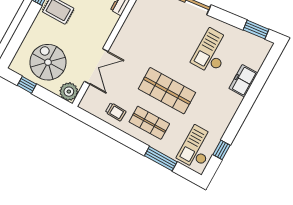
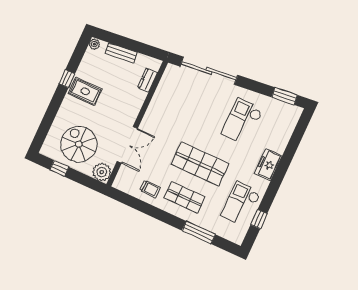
freezer: (243, 81) -> (268, 165), moved
checkout: (197, 148) -> (241, 204), moved

